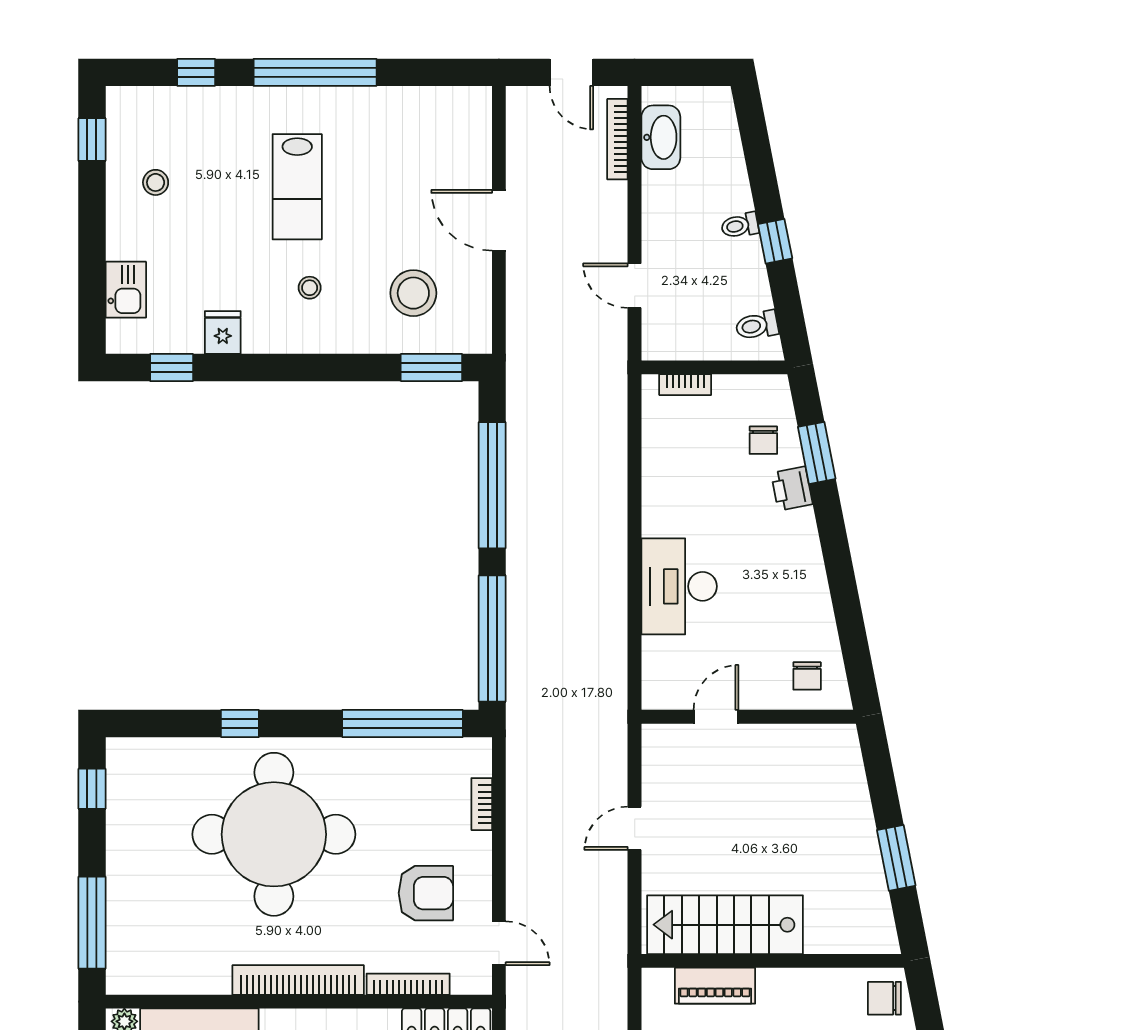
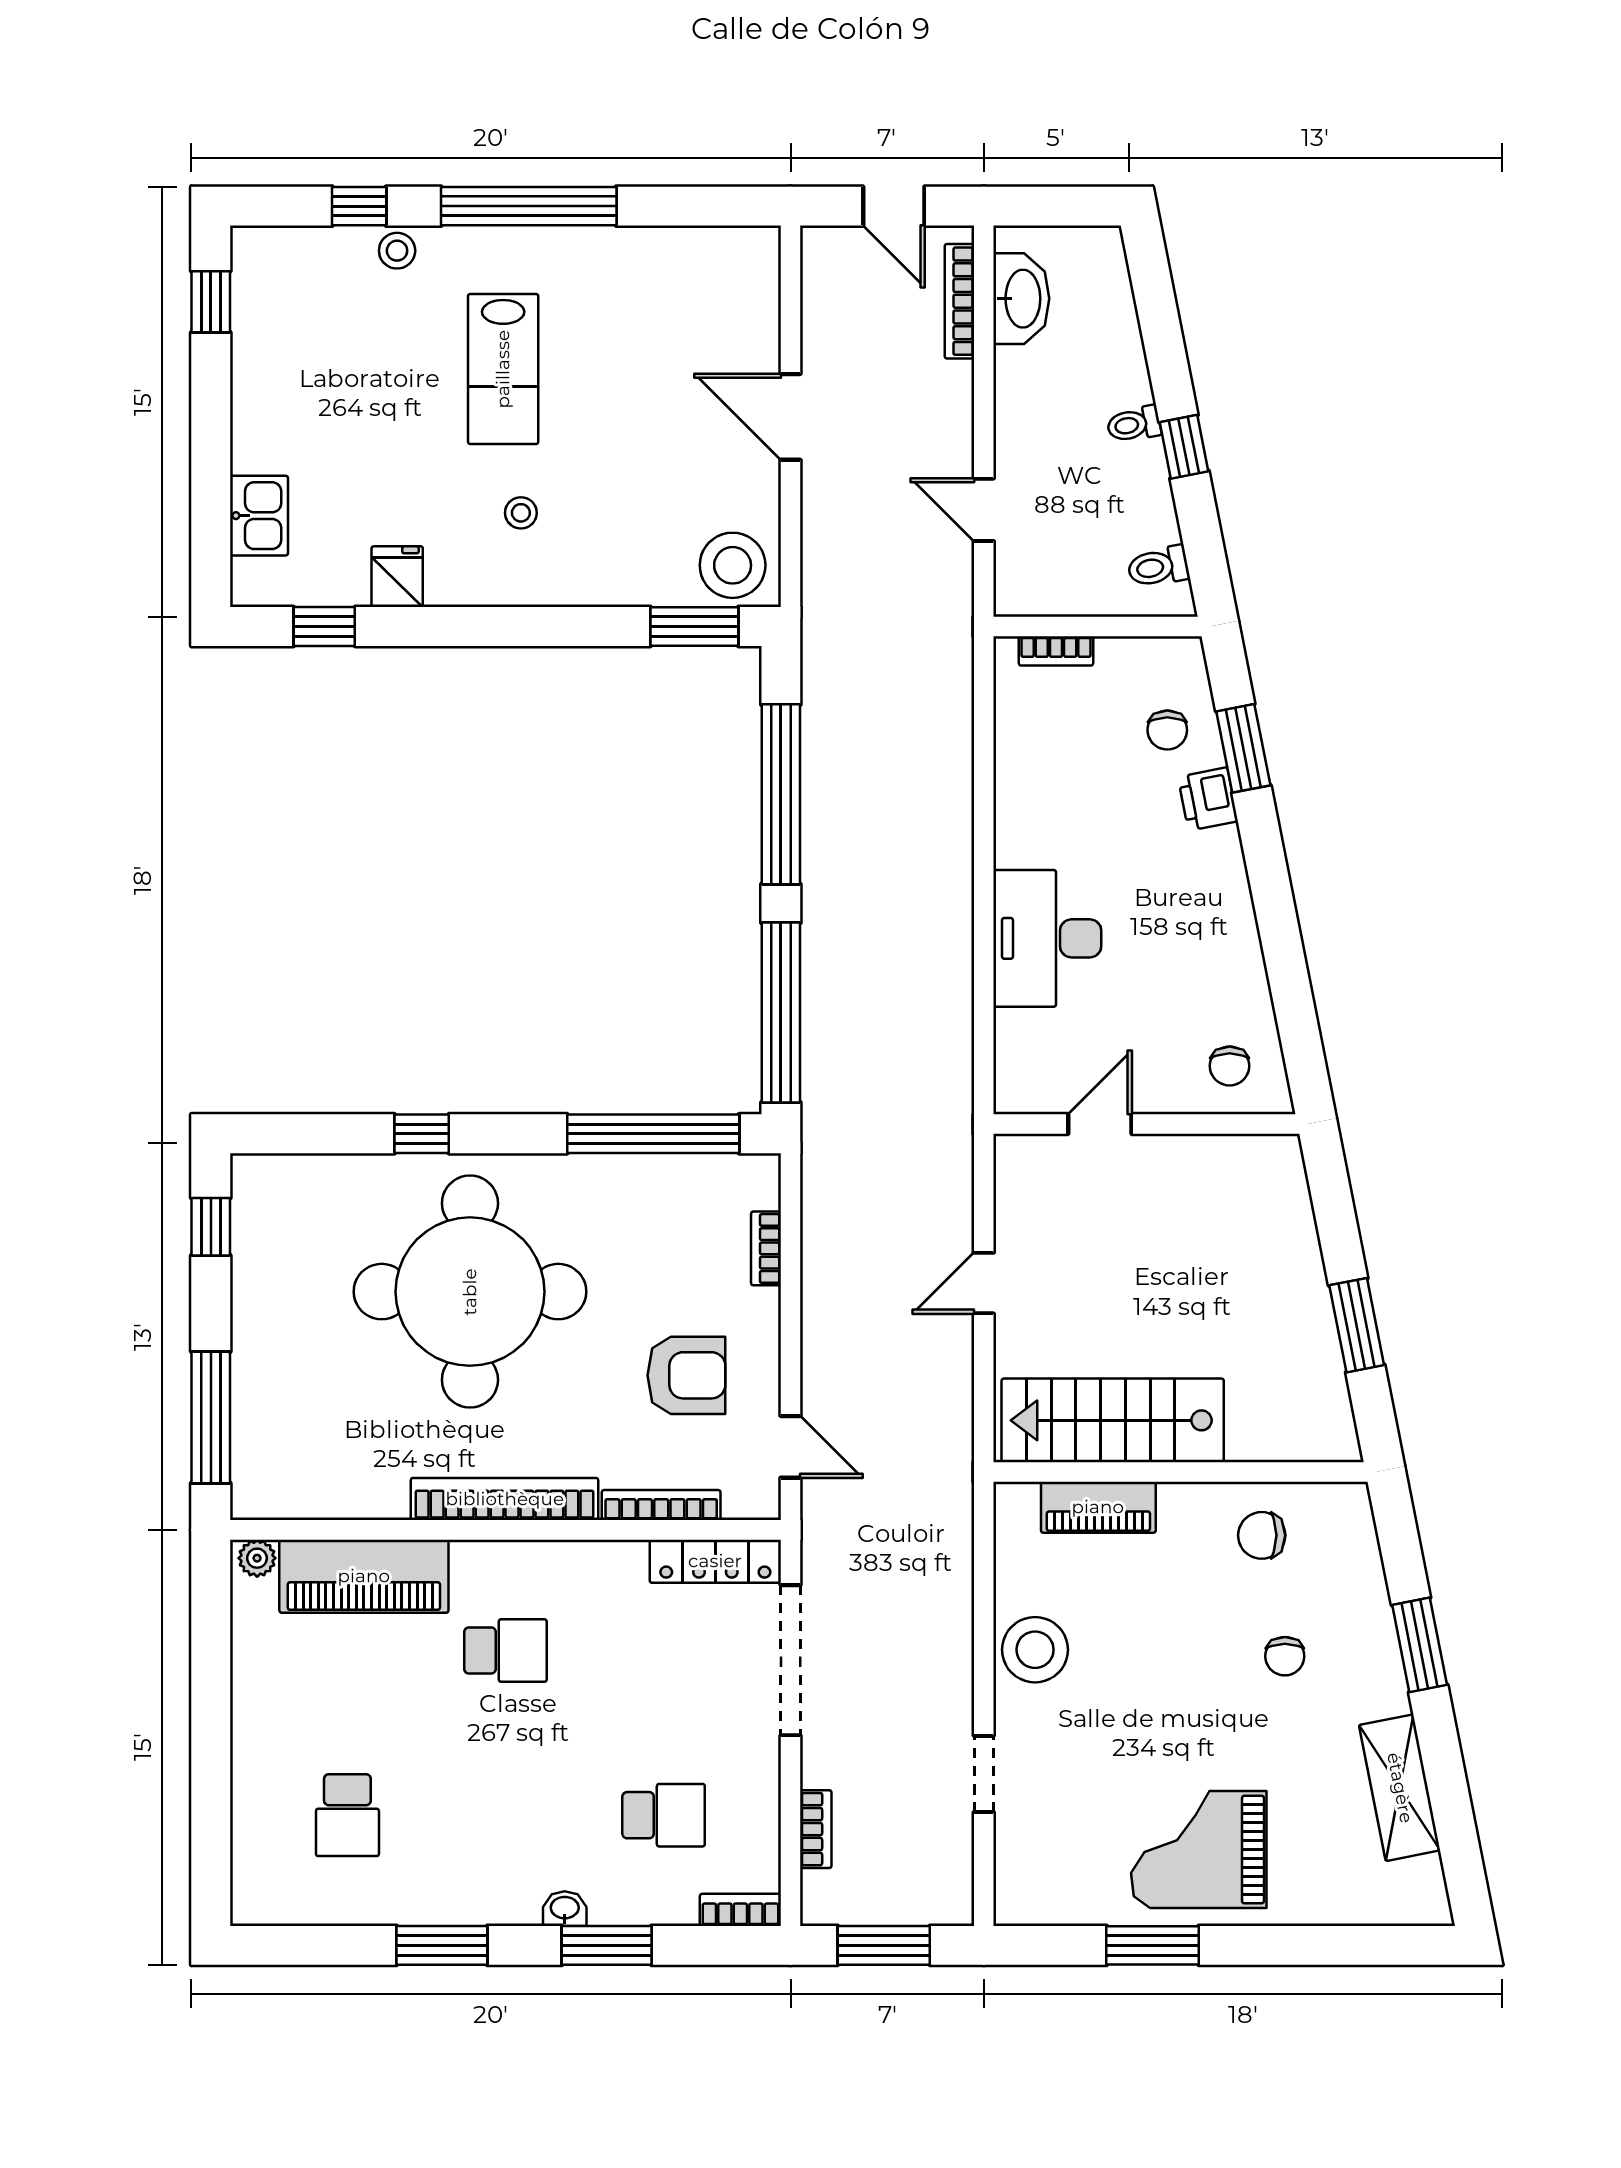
stool: (156, 182) -> (397, 251), moved
stool: (413, 293) -> (733, 565), moved
chair: (884, 998) -> (1262, 1535), moved

